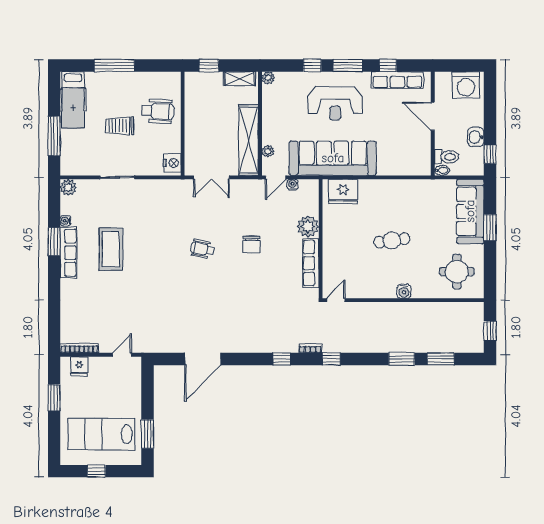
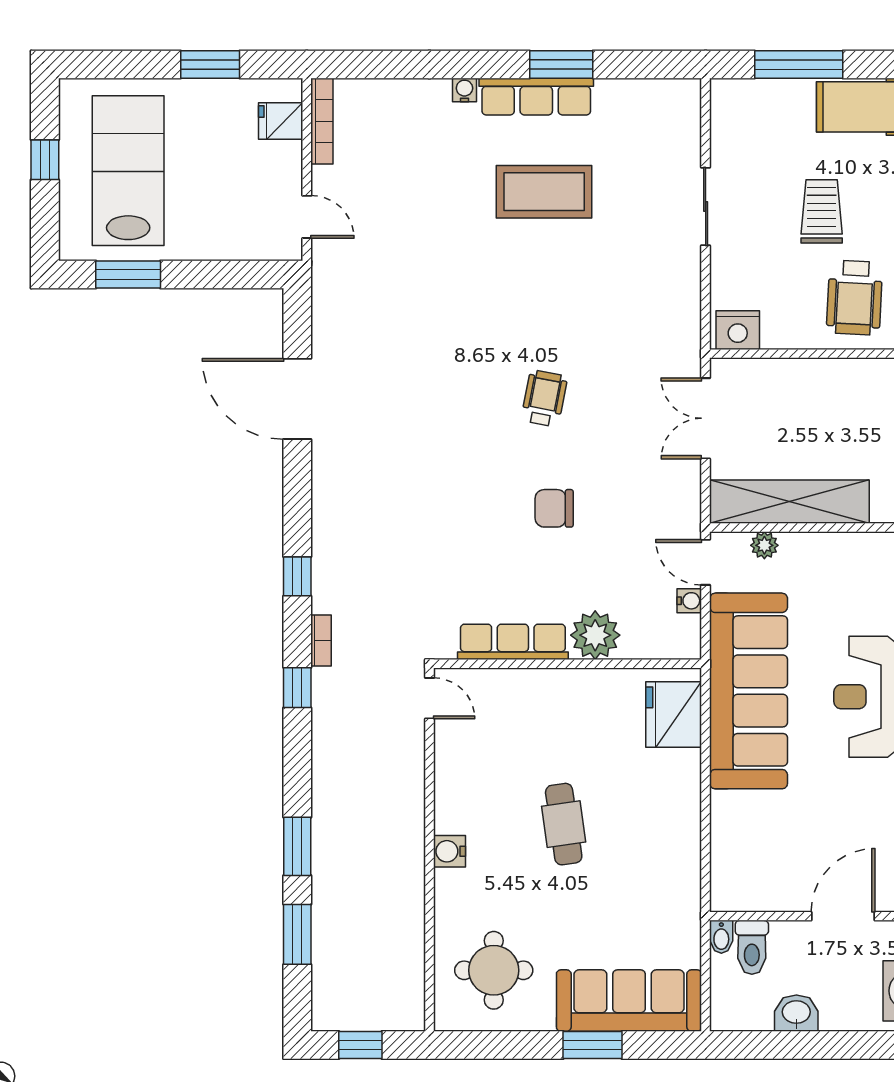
window: (490, 154) -> (758, 1045), removed
plant: (68, 187) -> (683, 96), removed
water cooler: (65, 221) -> (464, 90), moved

